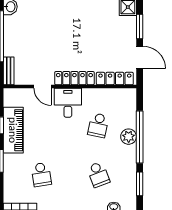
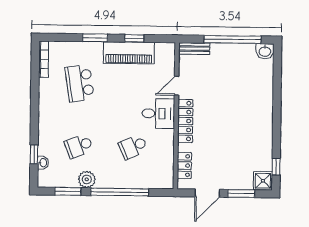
locker: (115, 79) -> (184, 166), width x0.66
school desk: (98, 125) -> (133, 147), turned -36
plant: (129, 137) -> (87, 179), moved
school desk: (41, 175) -> (80, 83), width x1.85

